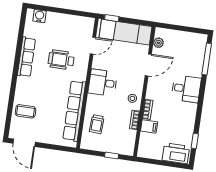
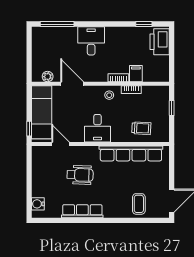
wheelchair: (61, 60) -> (80, 175), turned -88

